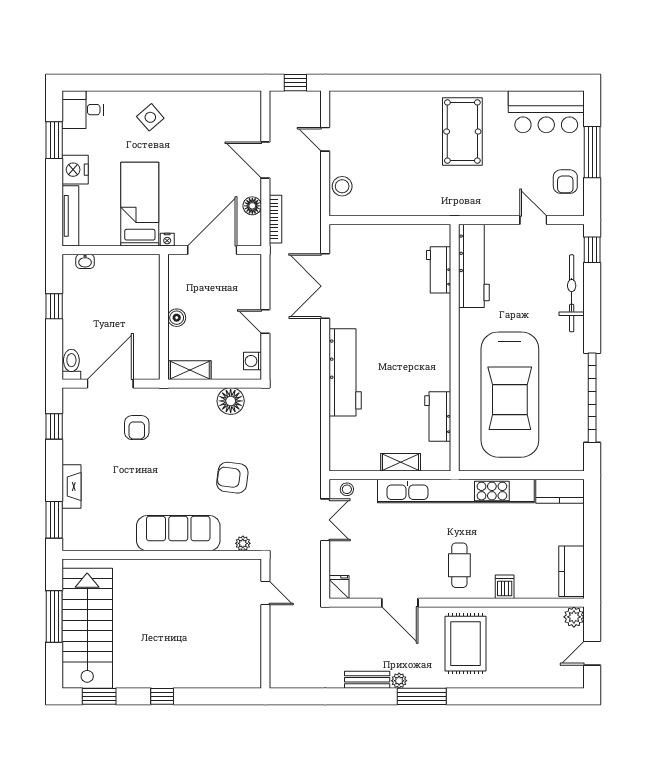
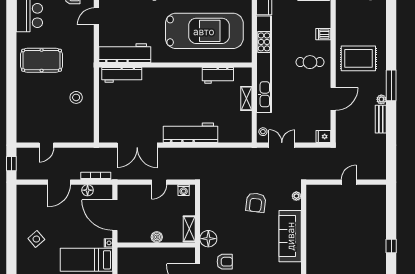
side table: (150, 117) -> (36, 239), moved
stool: (342, 186) -> (76, 97), moved
workbench: (439, 270) -> (122, 75), width x1.37
floor lamp: (231, 401) -> (208, 239), moved
door: (265, 593) -> (349, 182), moved

